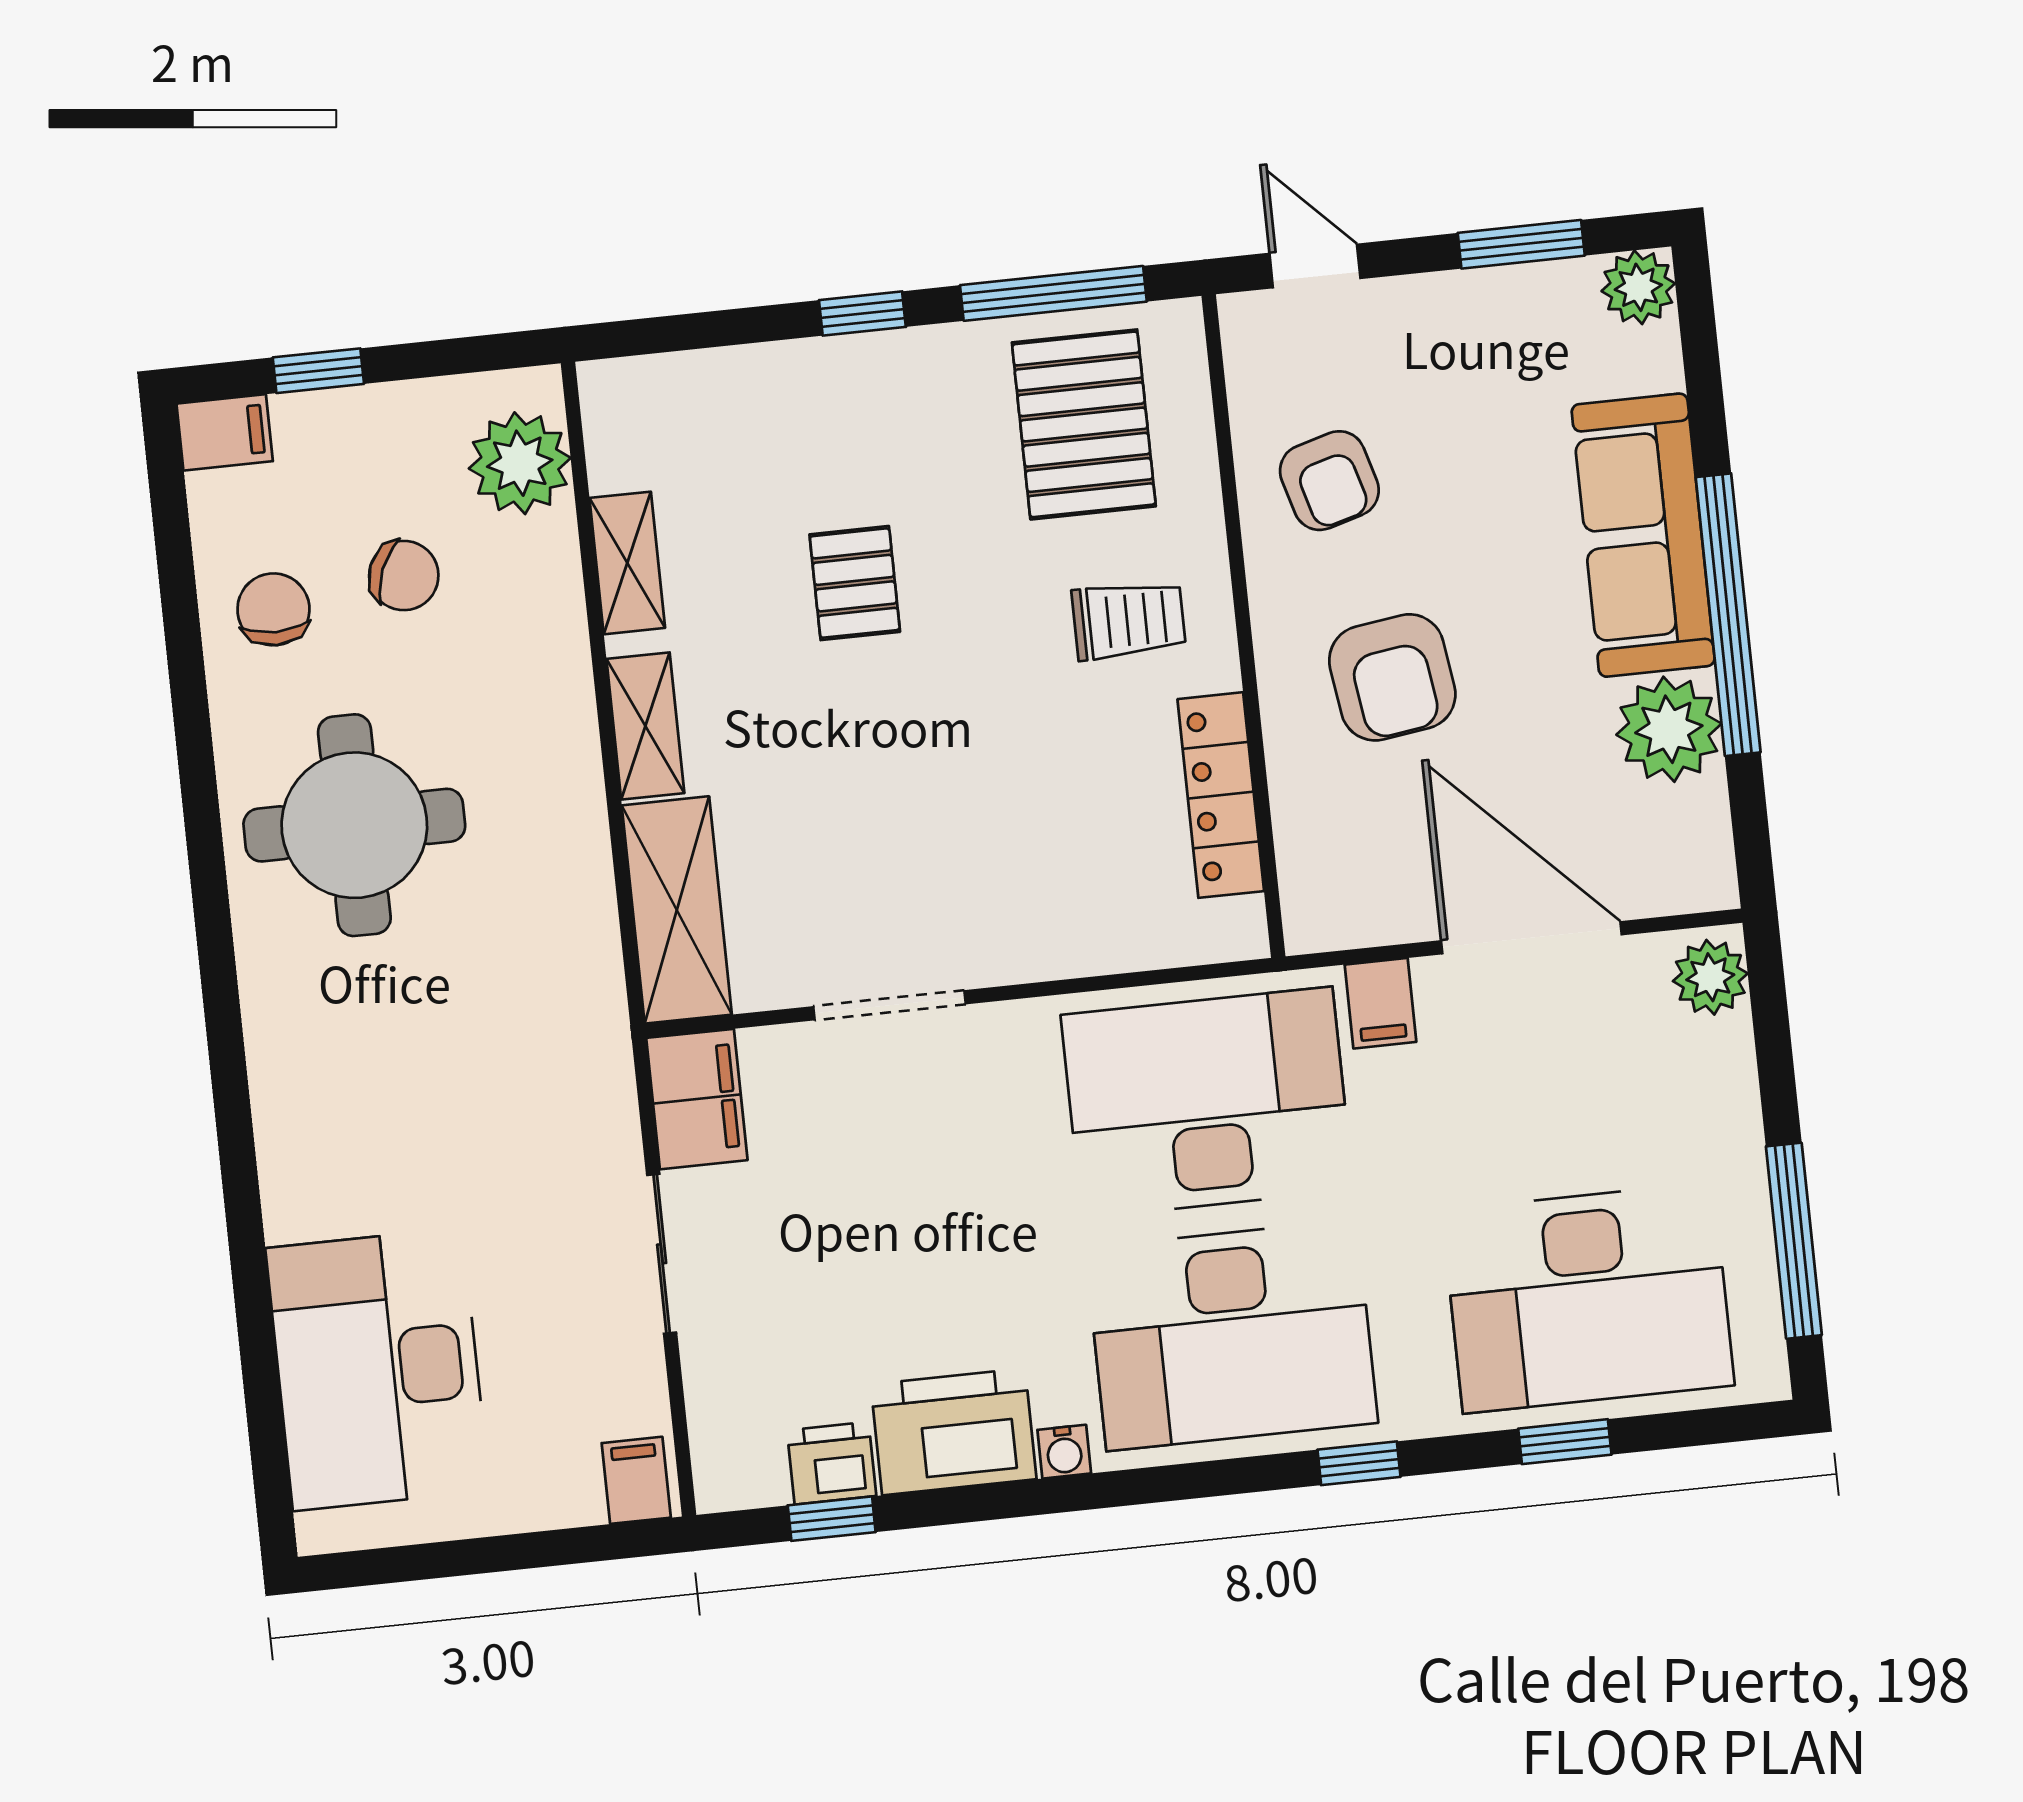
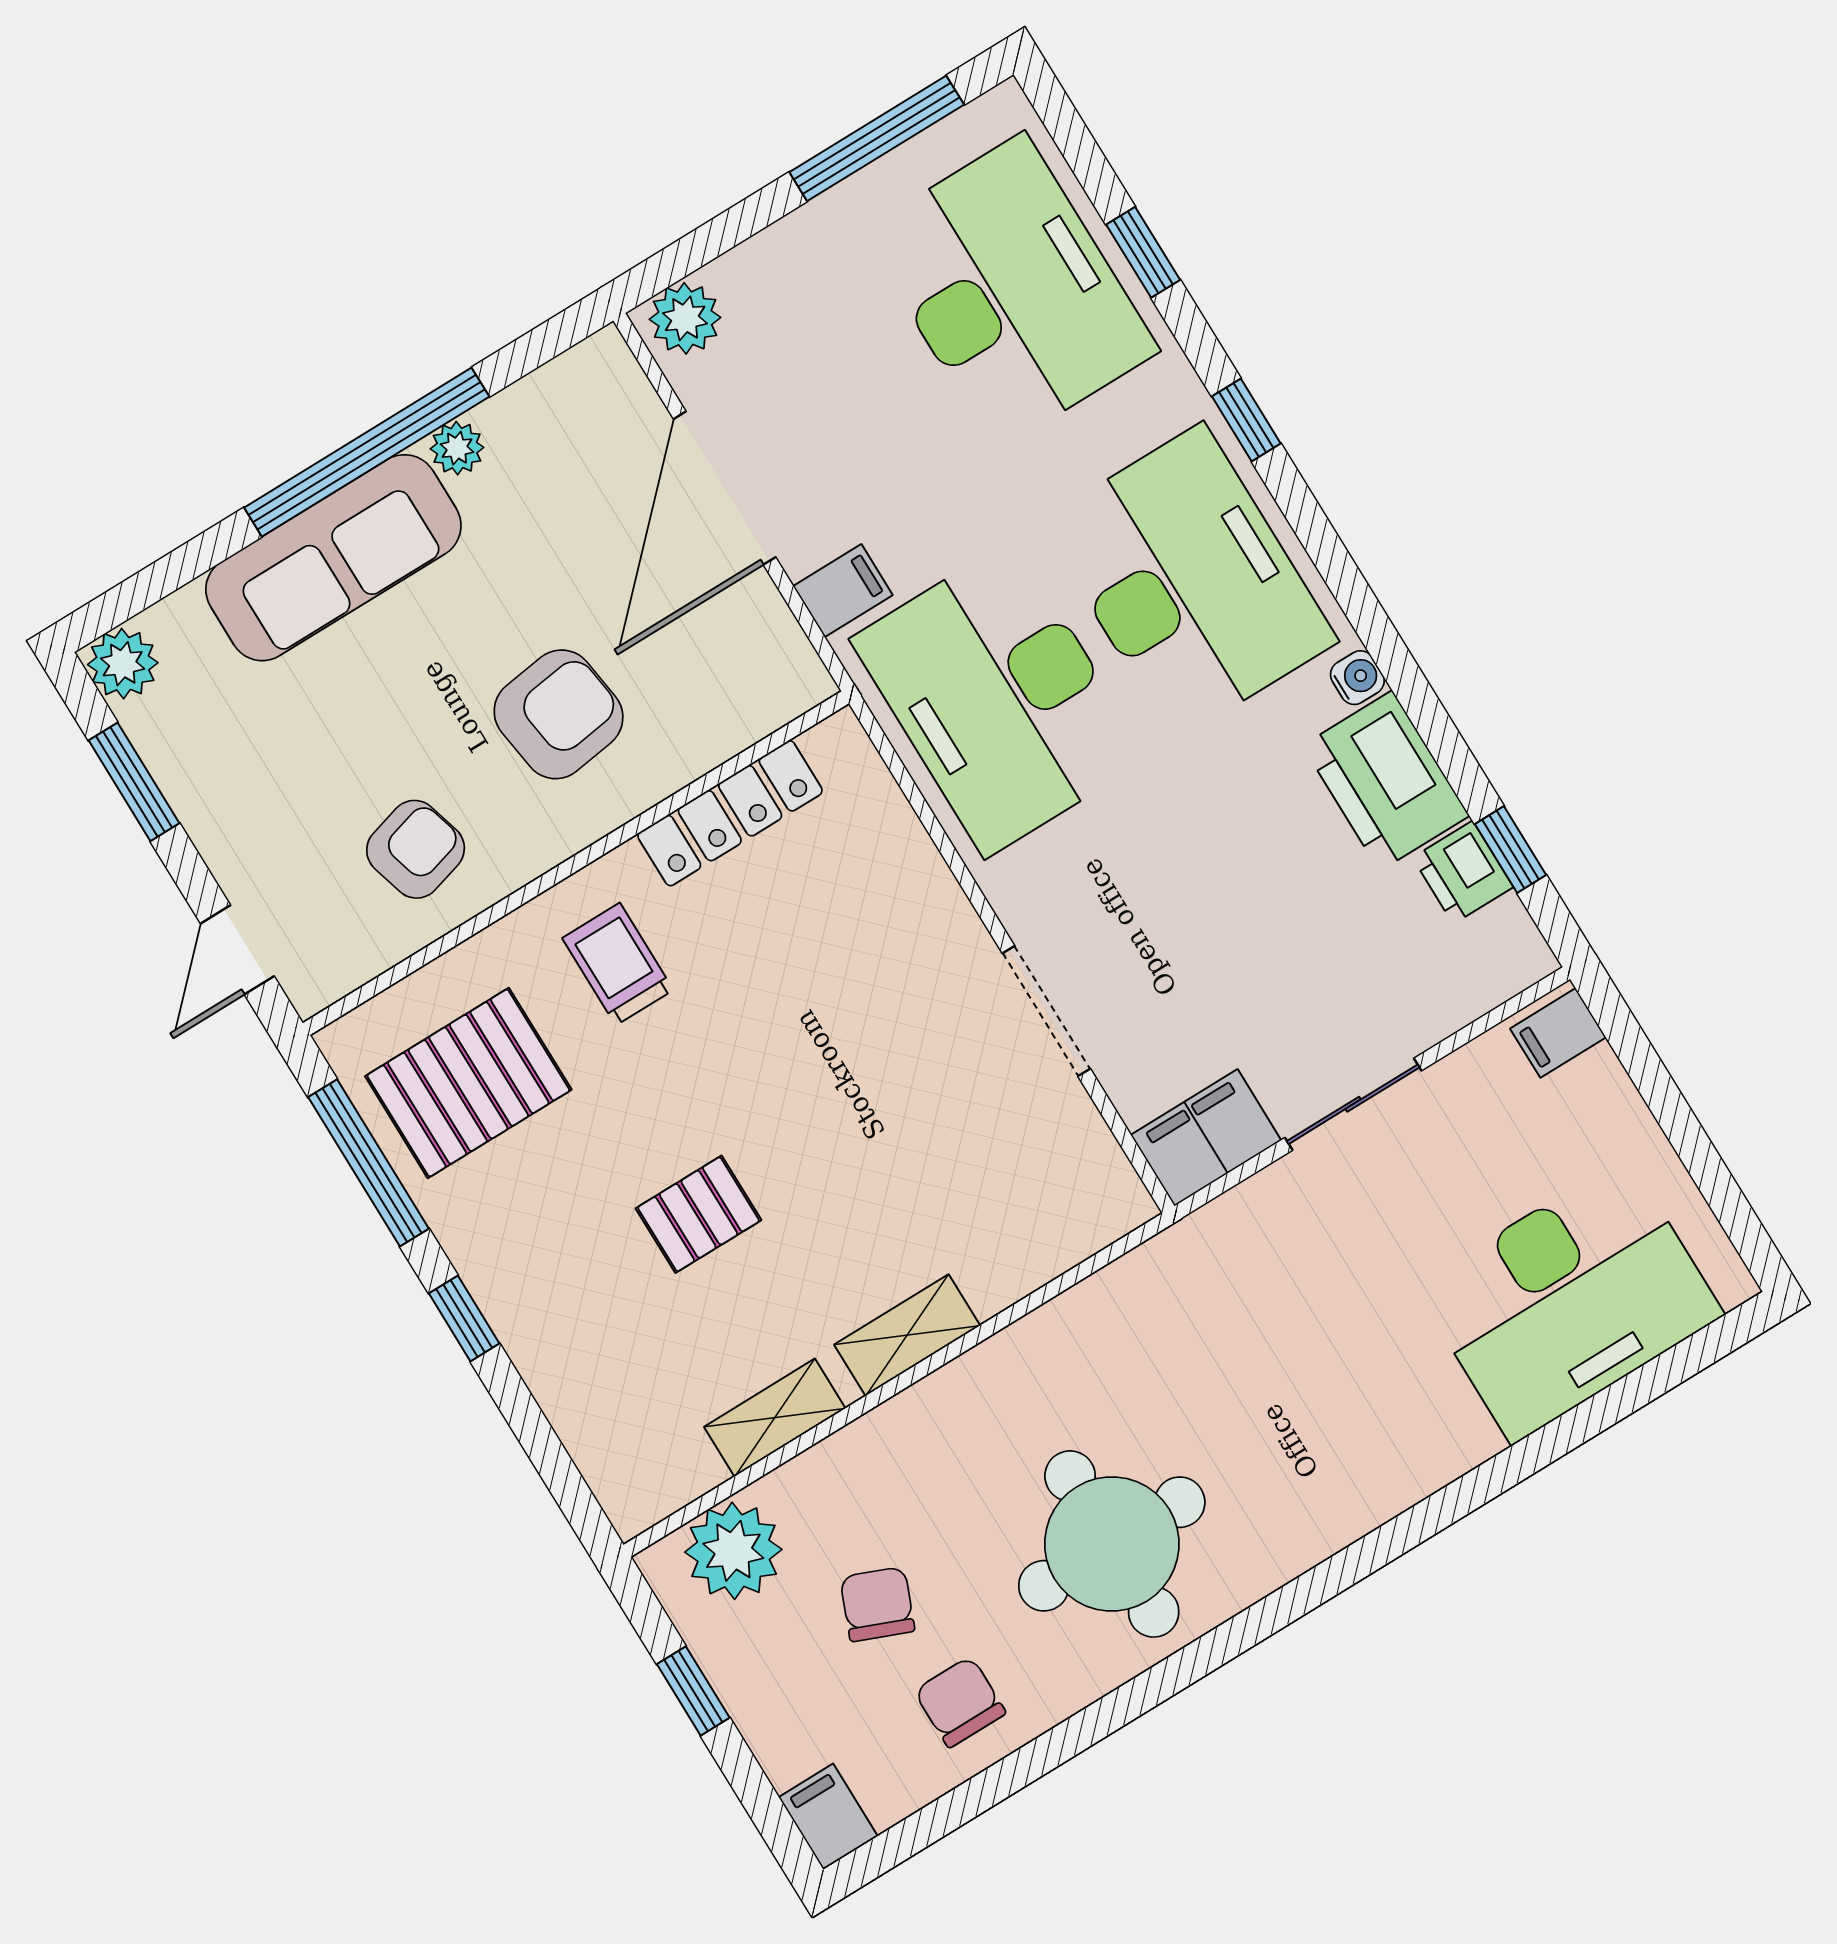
window: (318, 371) -> (693, 1691), moved
chair: (273, 609) -> (960, 1702), turned 90
plant: (1669, 729) -> (457, 448), width x0.53, depth x0.53
shelving: (677, 910) -> (1052, 1232), removed

